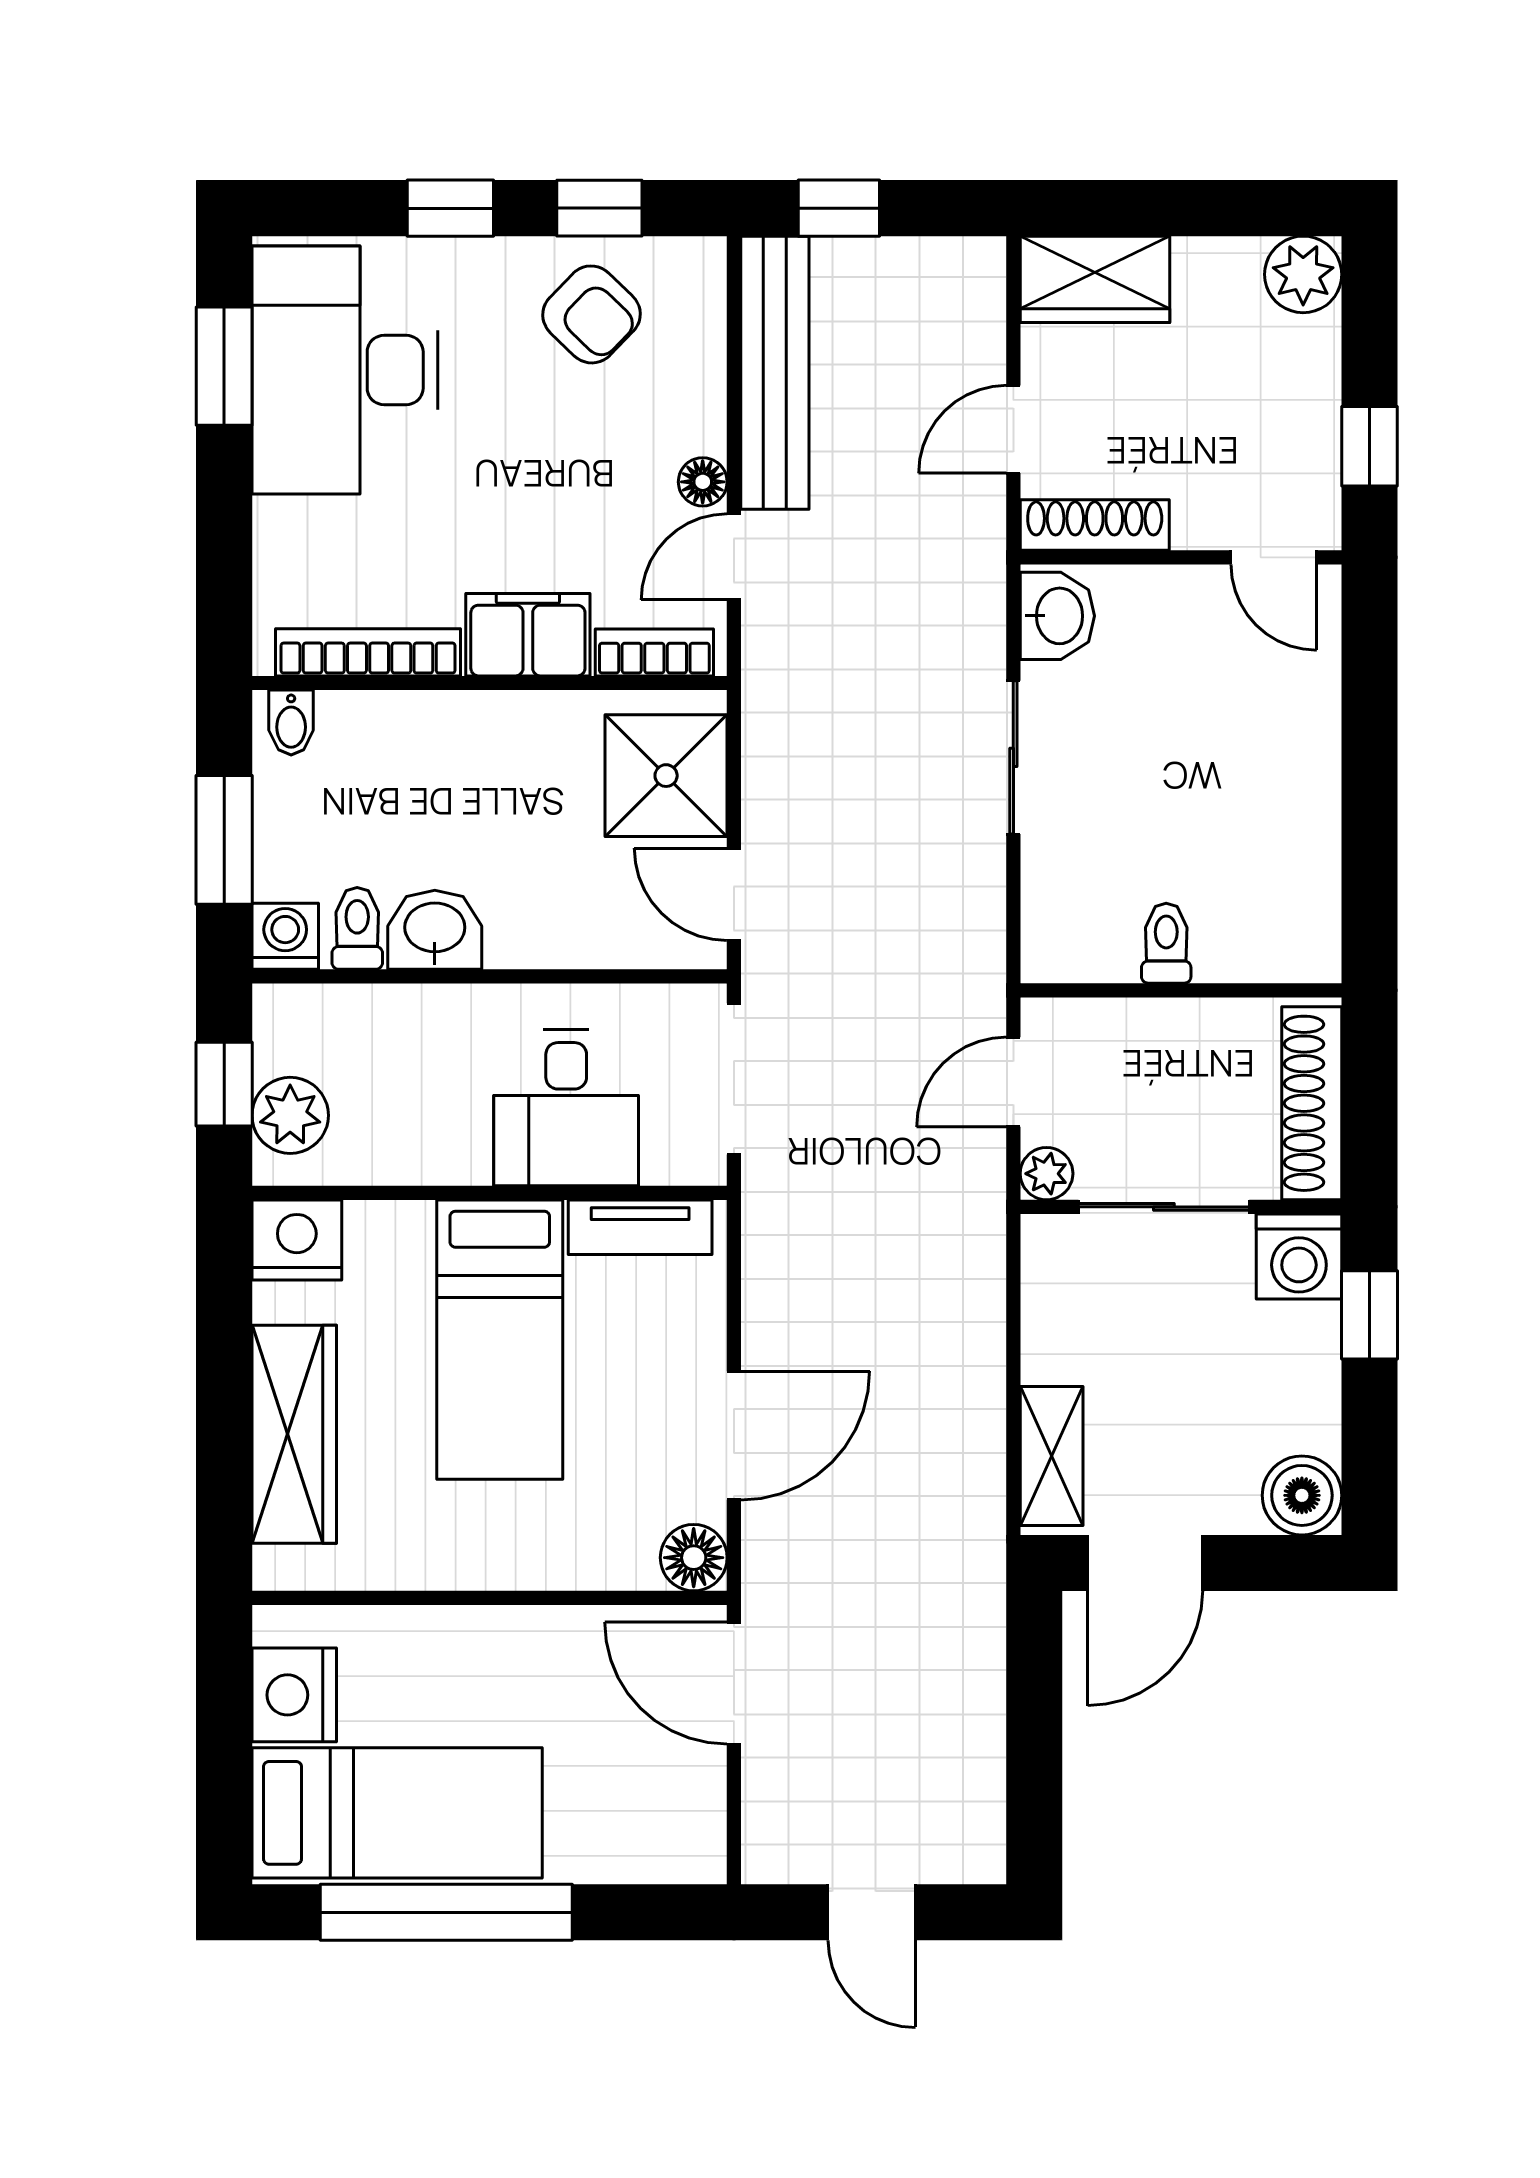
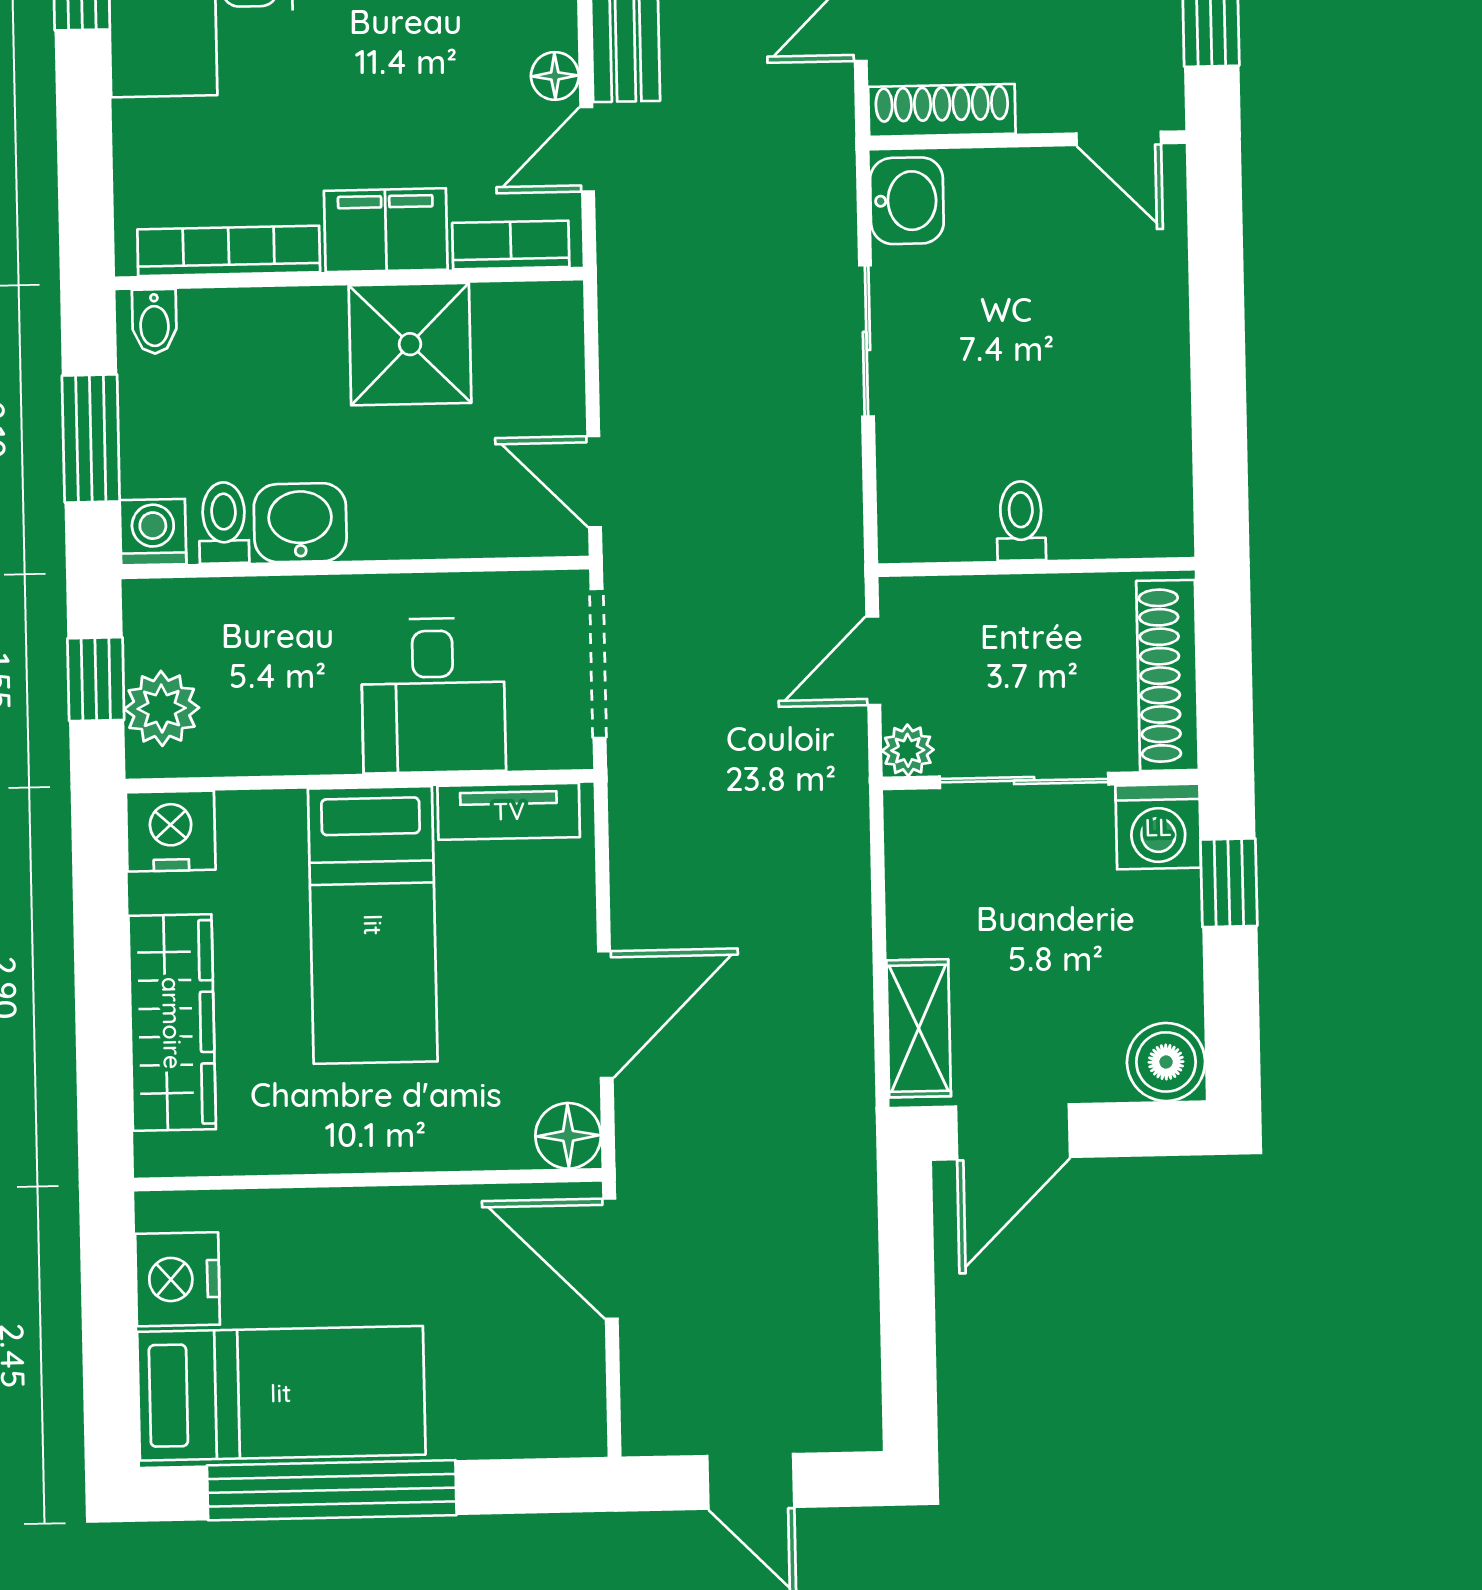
shower: (666, 776) -> (410, 344), moved

